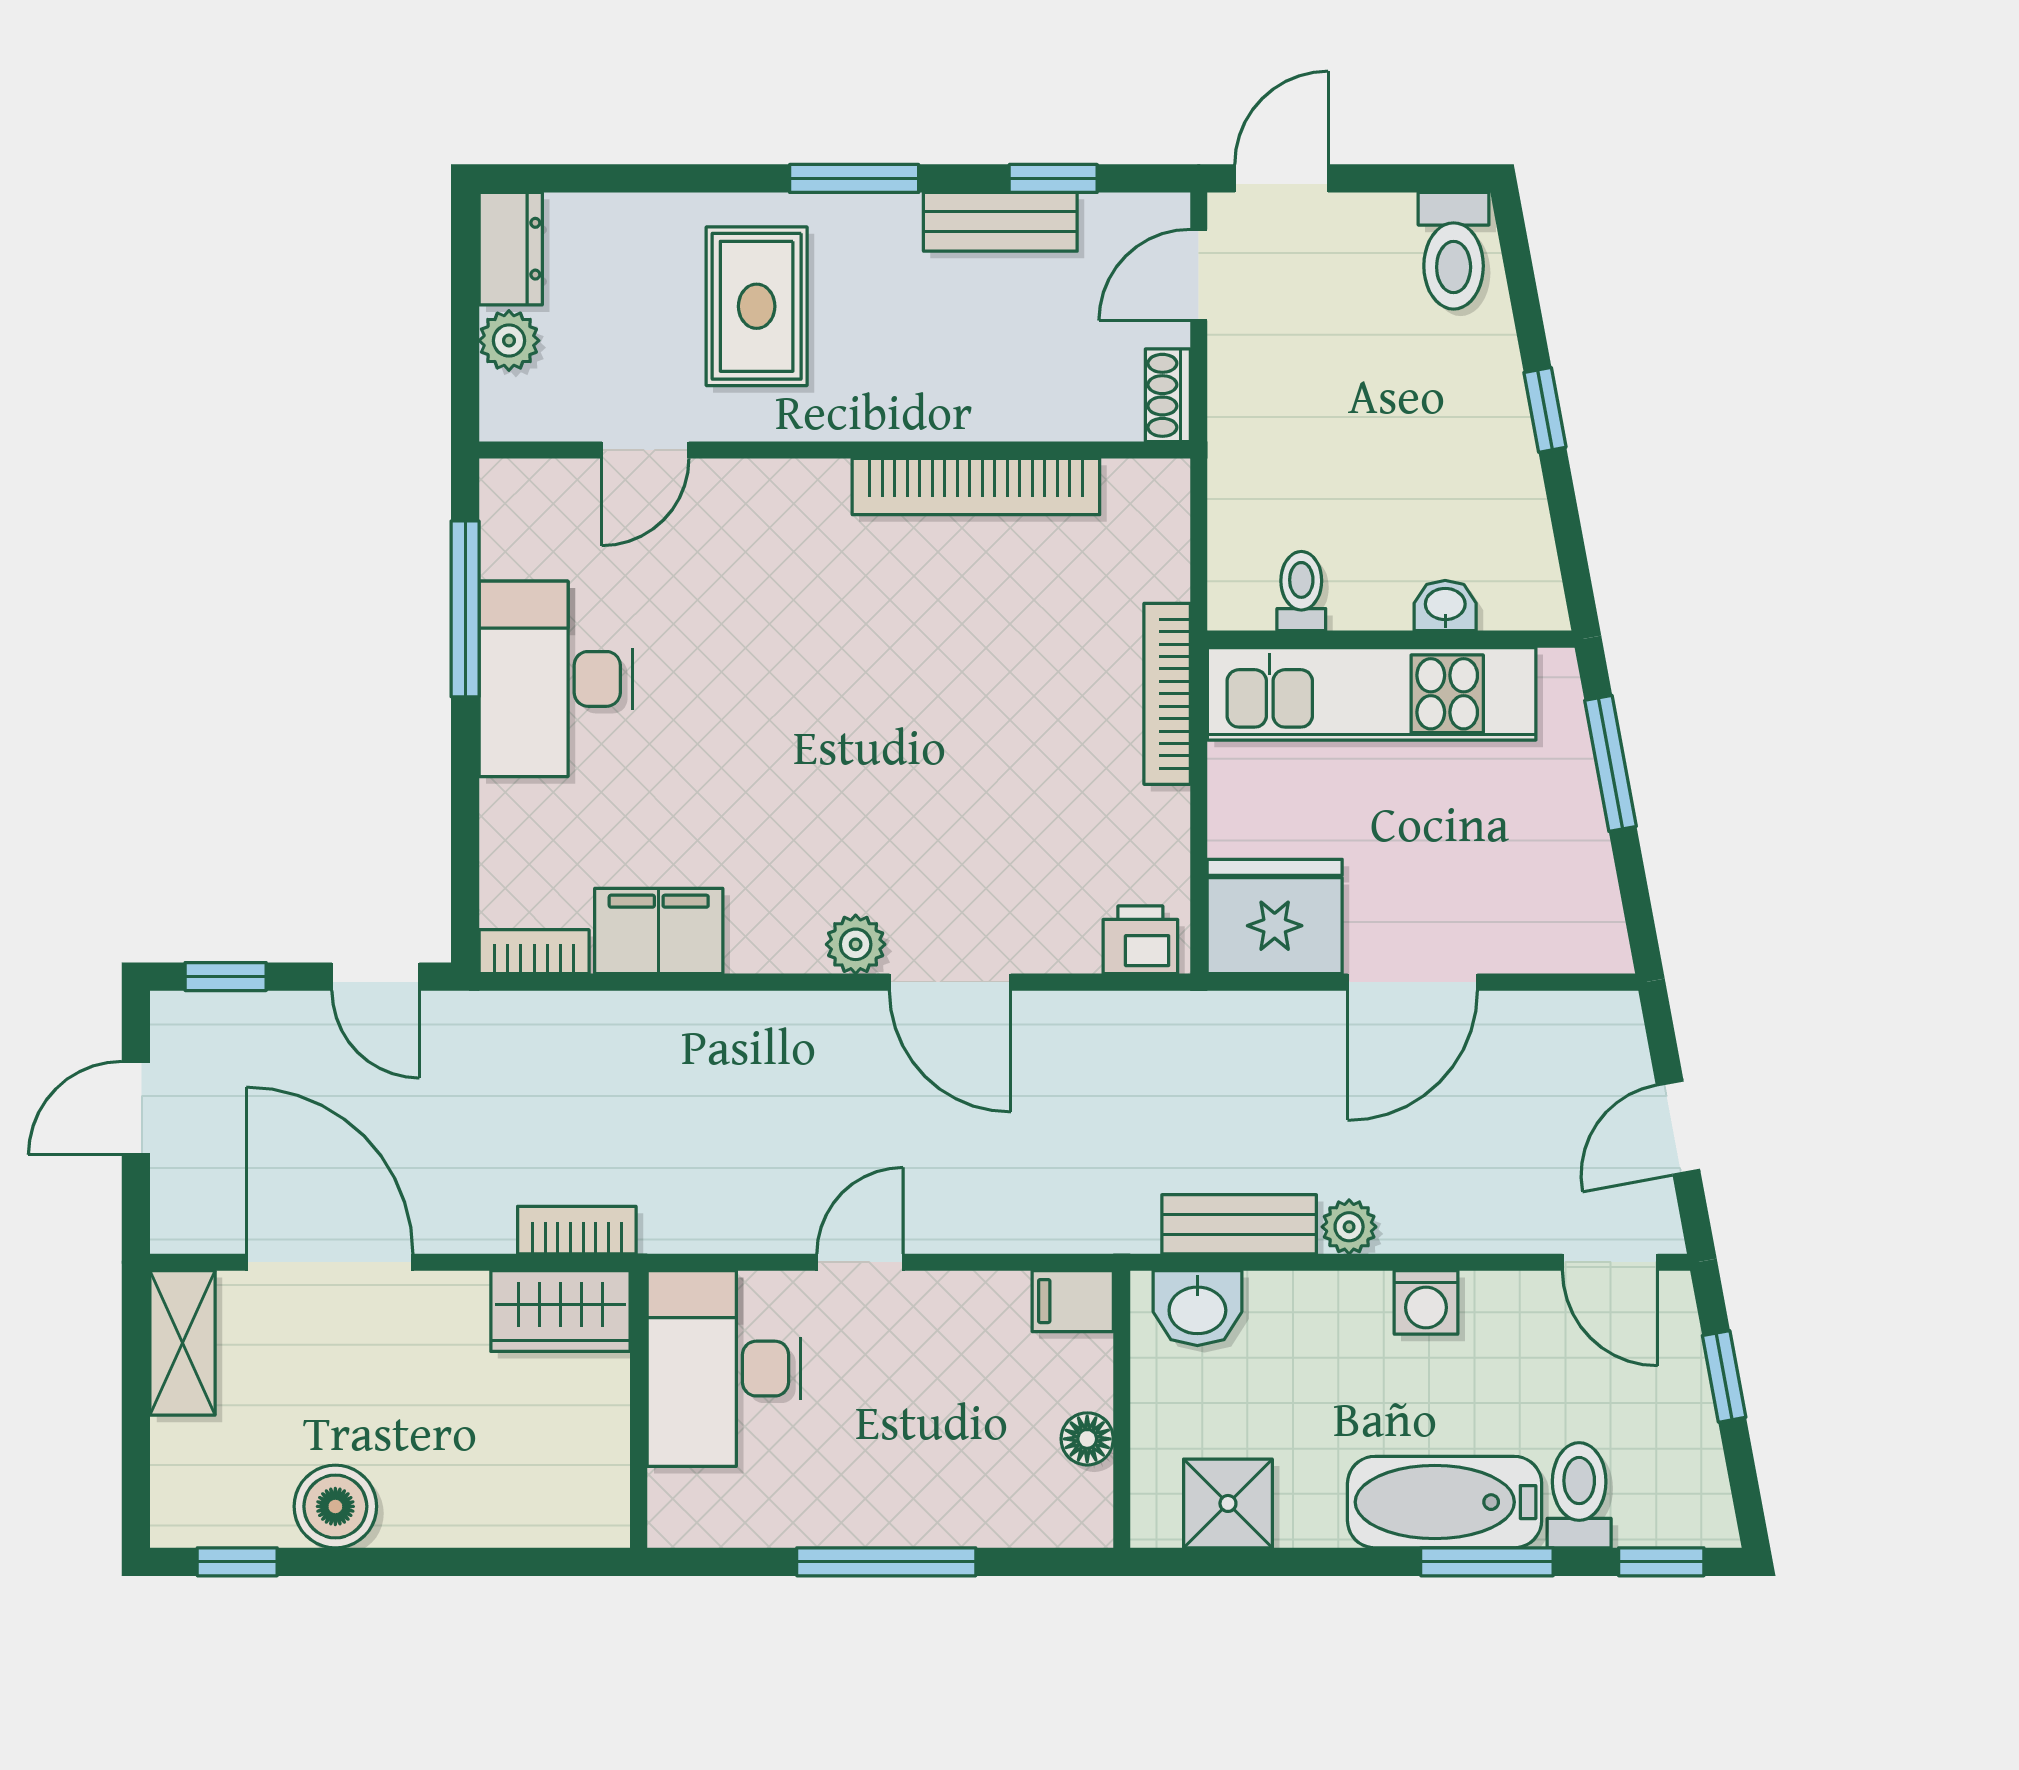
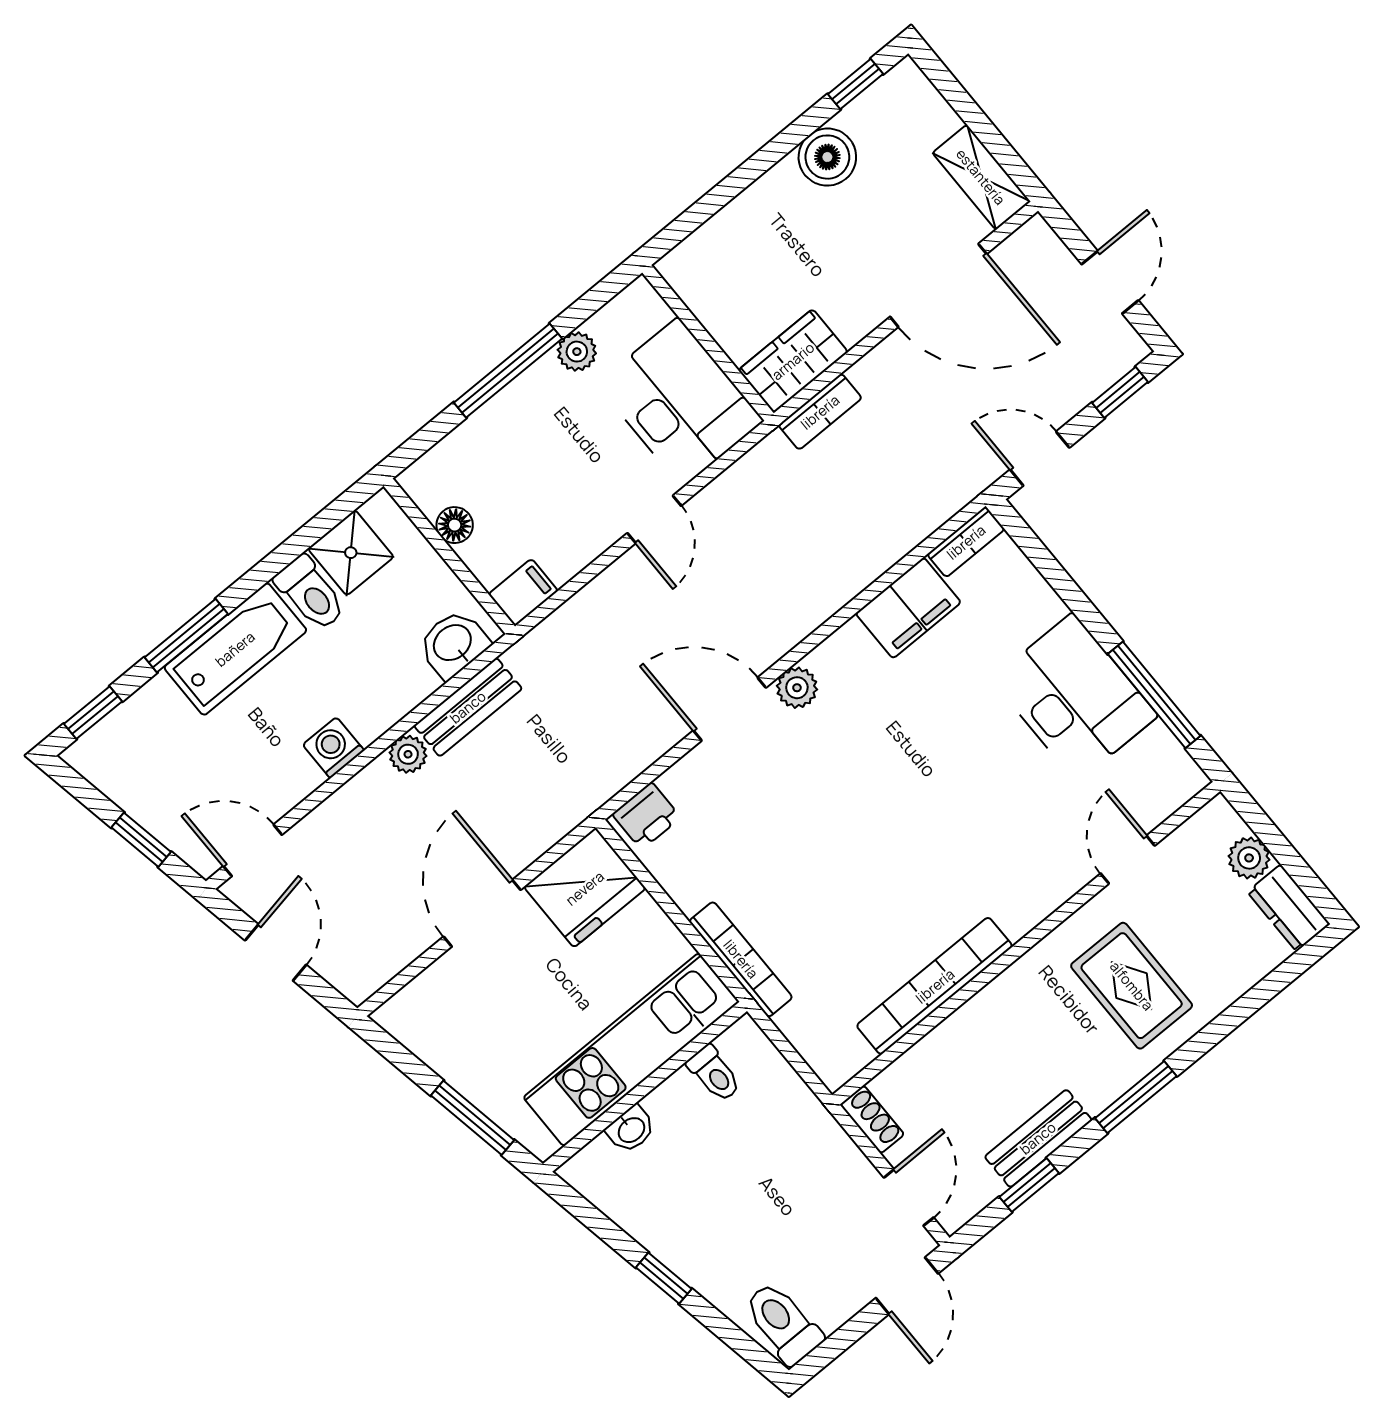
toilet: (1579, 1495) -> (311, 593), moved
plant: (792, 1520) -> (577, 352), added

